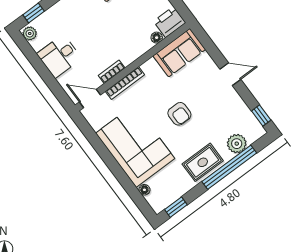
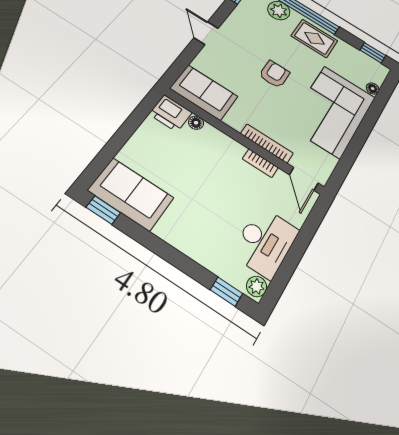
desk: (59, 56) -> (265, 242), width x1.37

